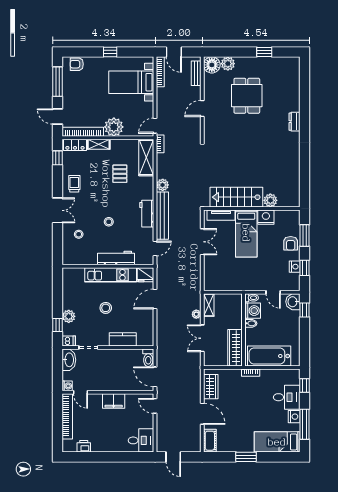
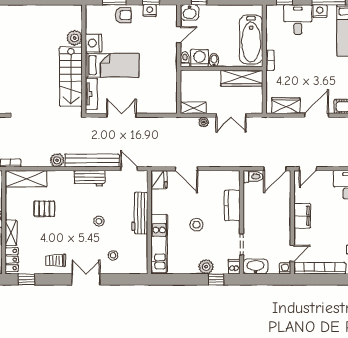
kitchen unit: (111, 275) -> (159, 243), moved

